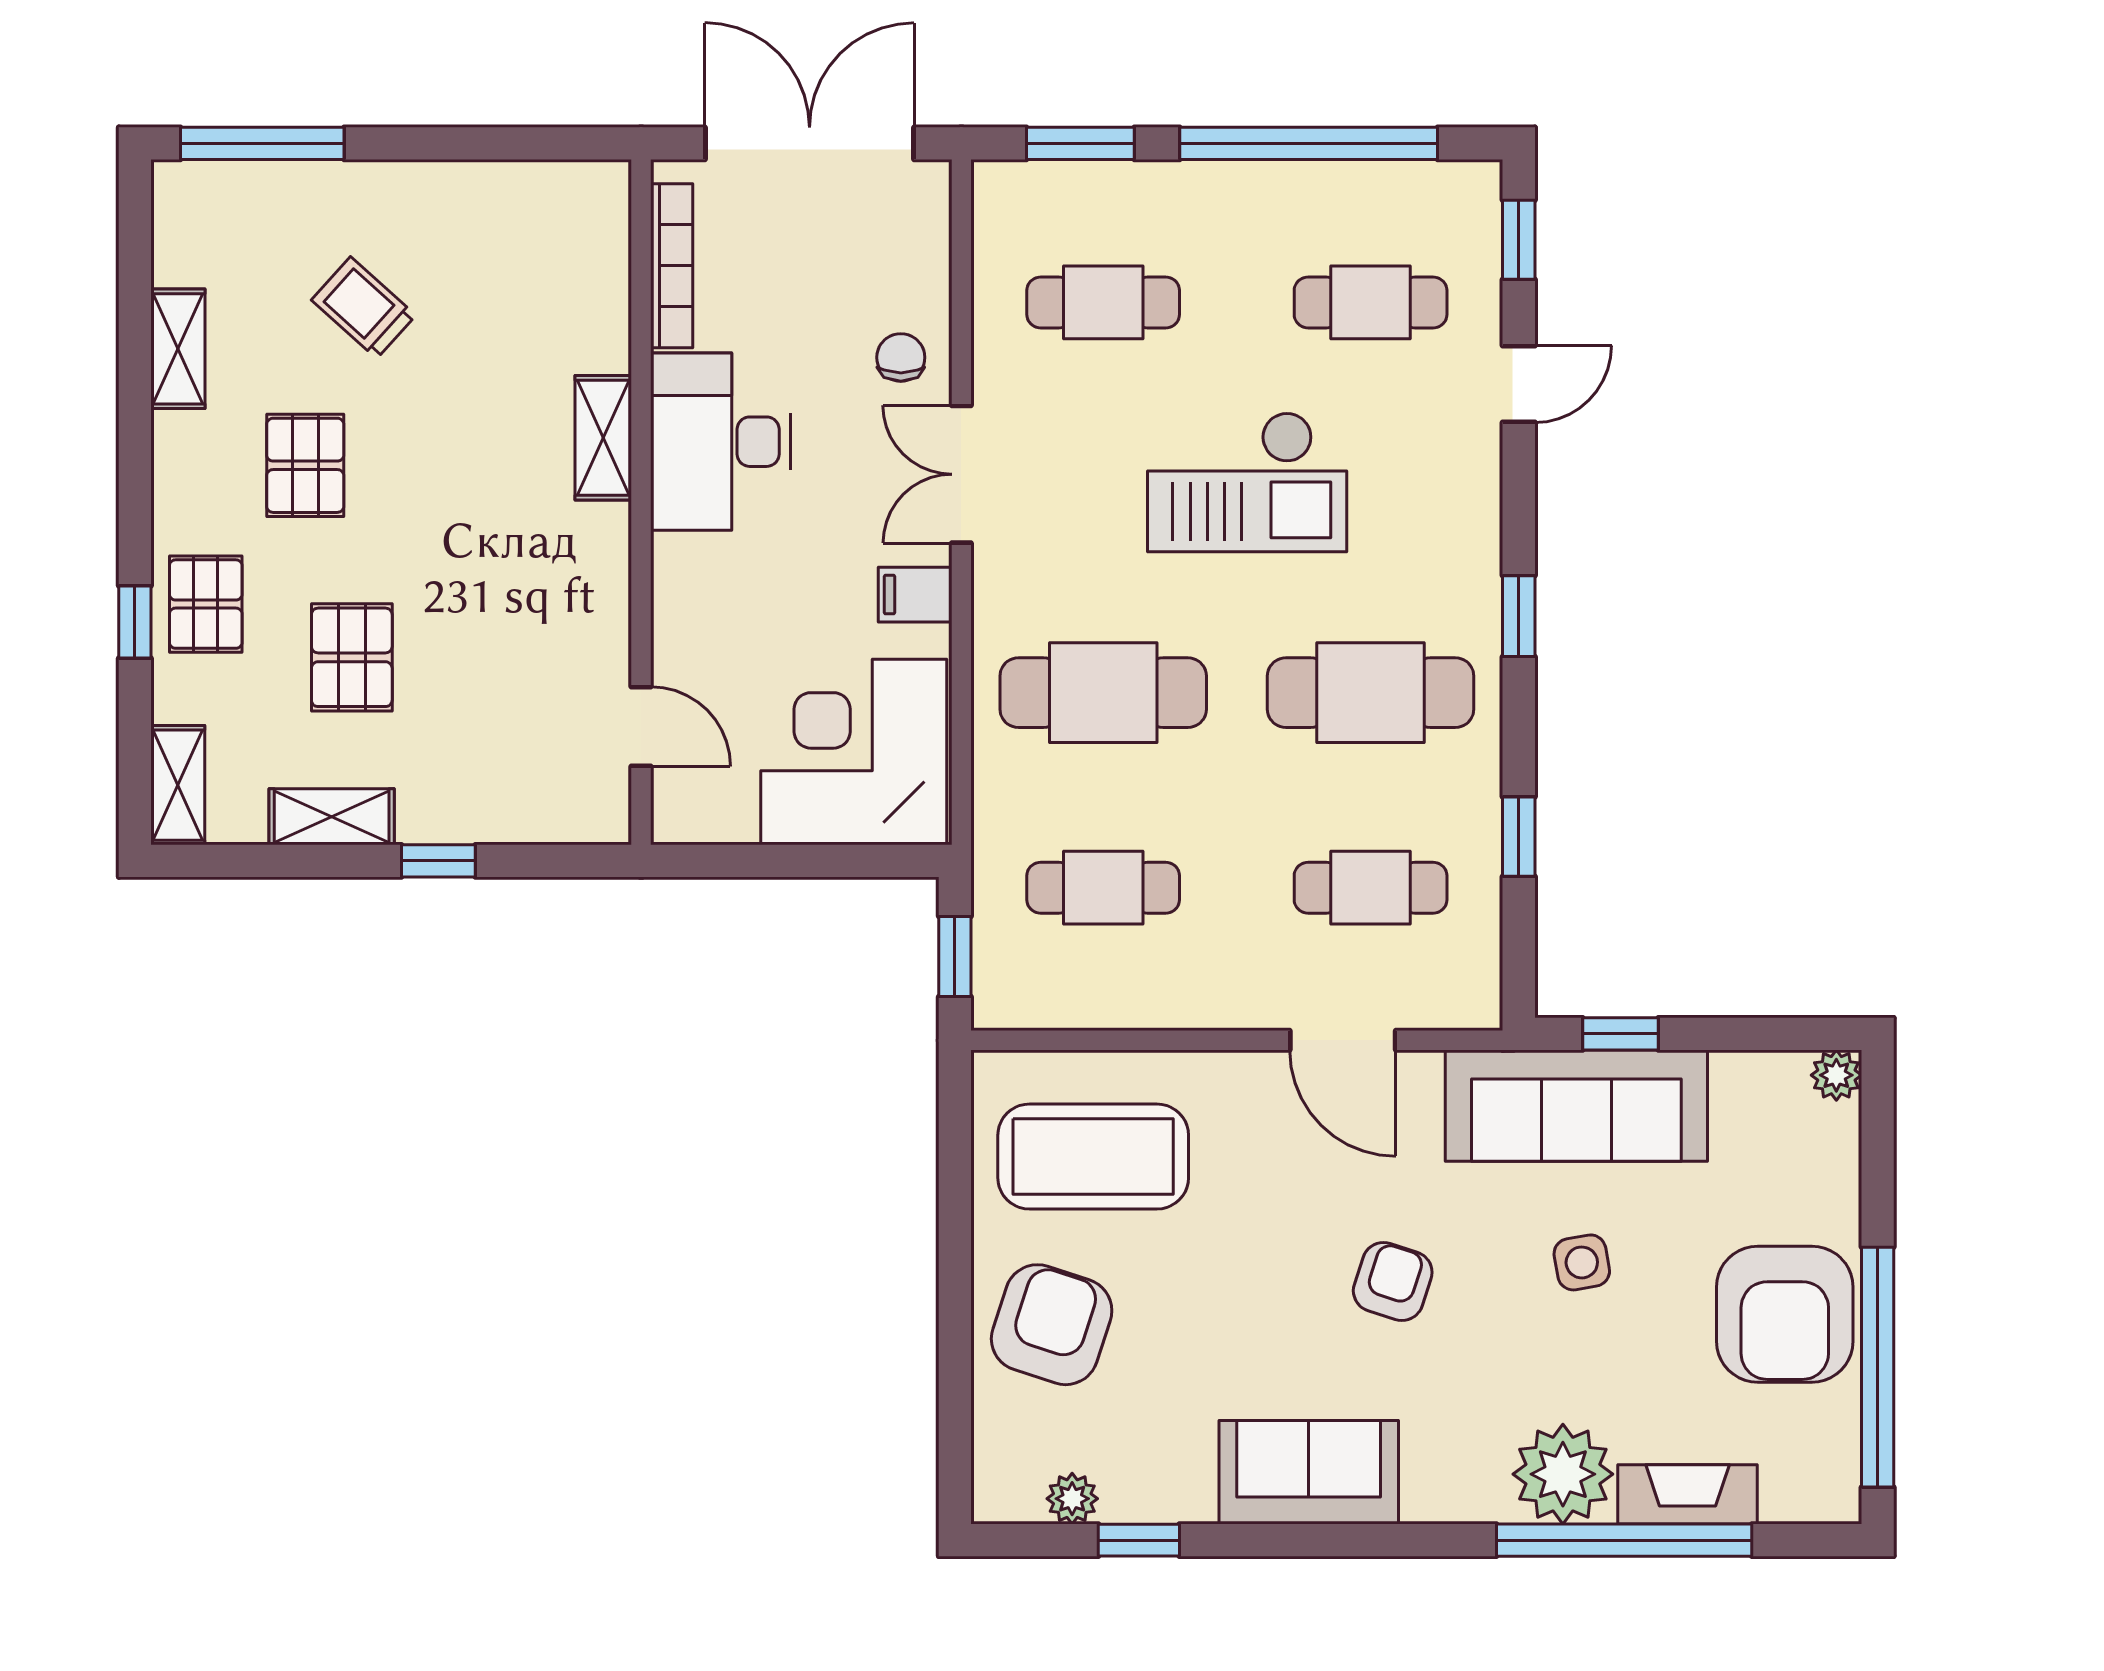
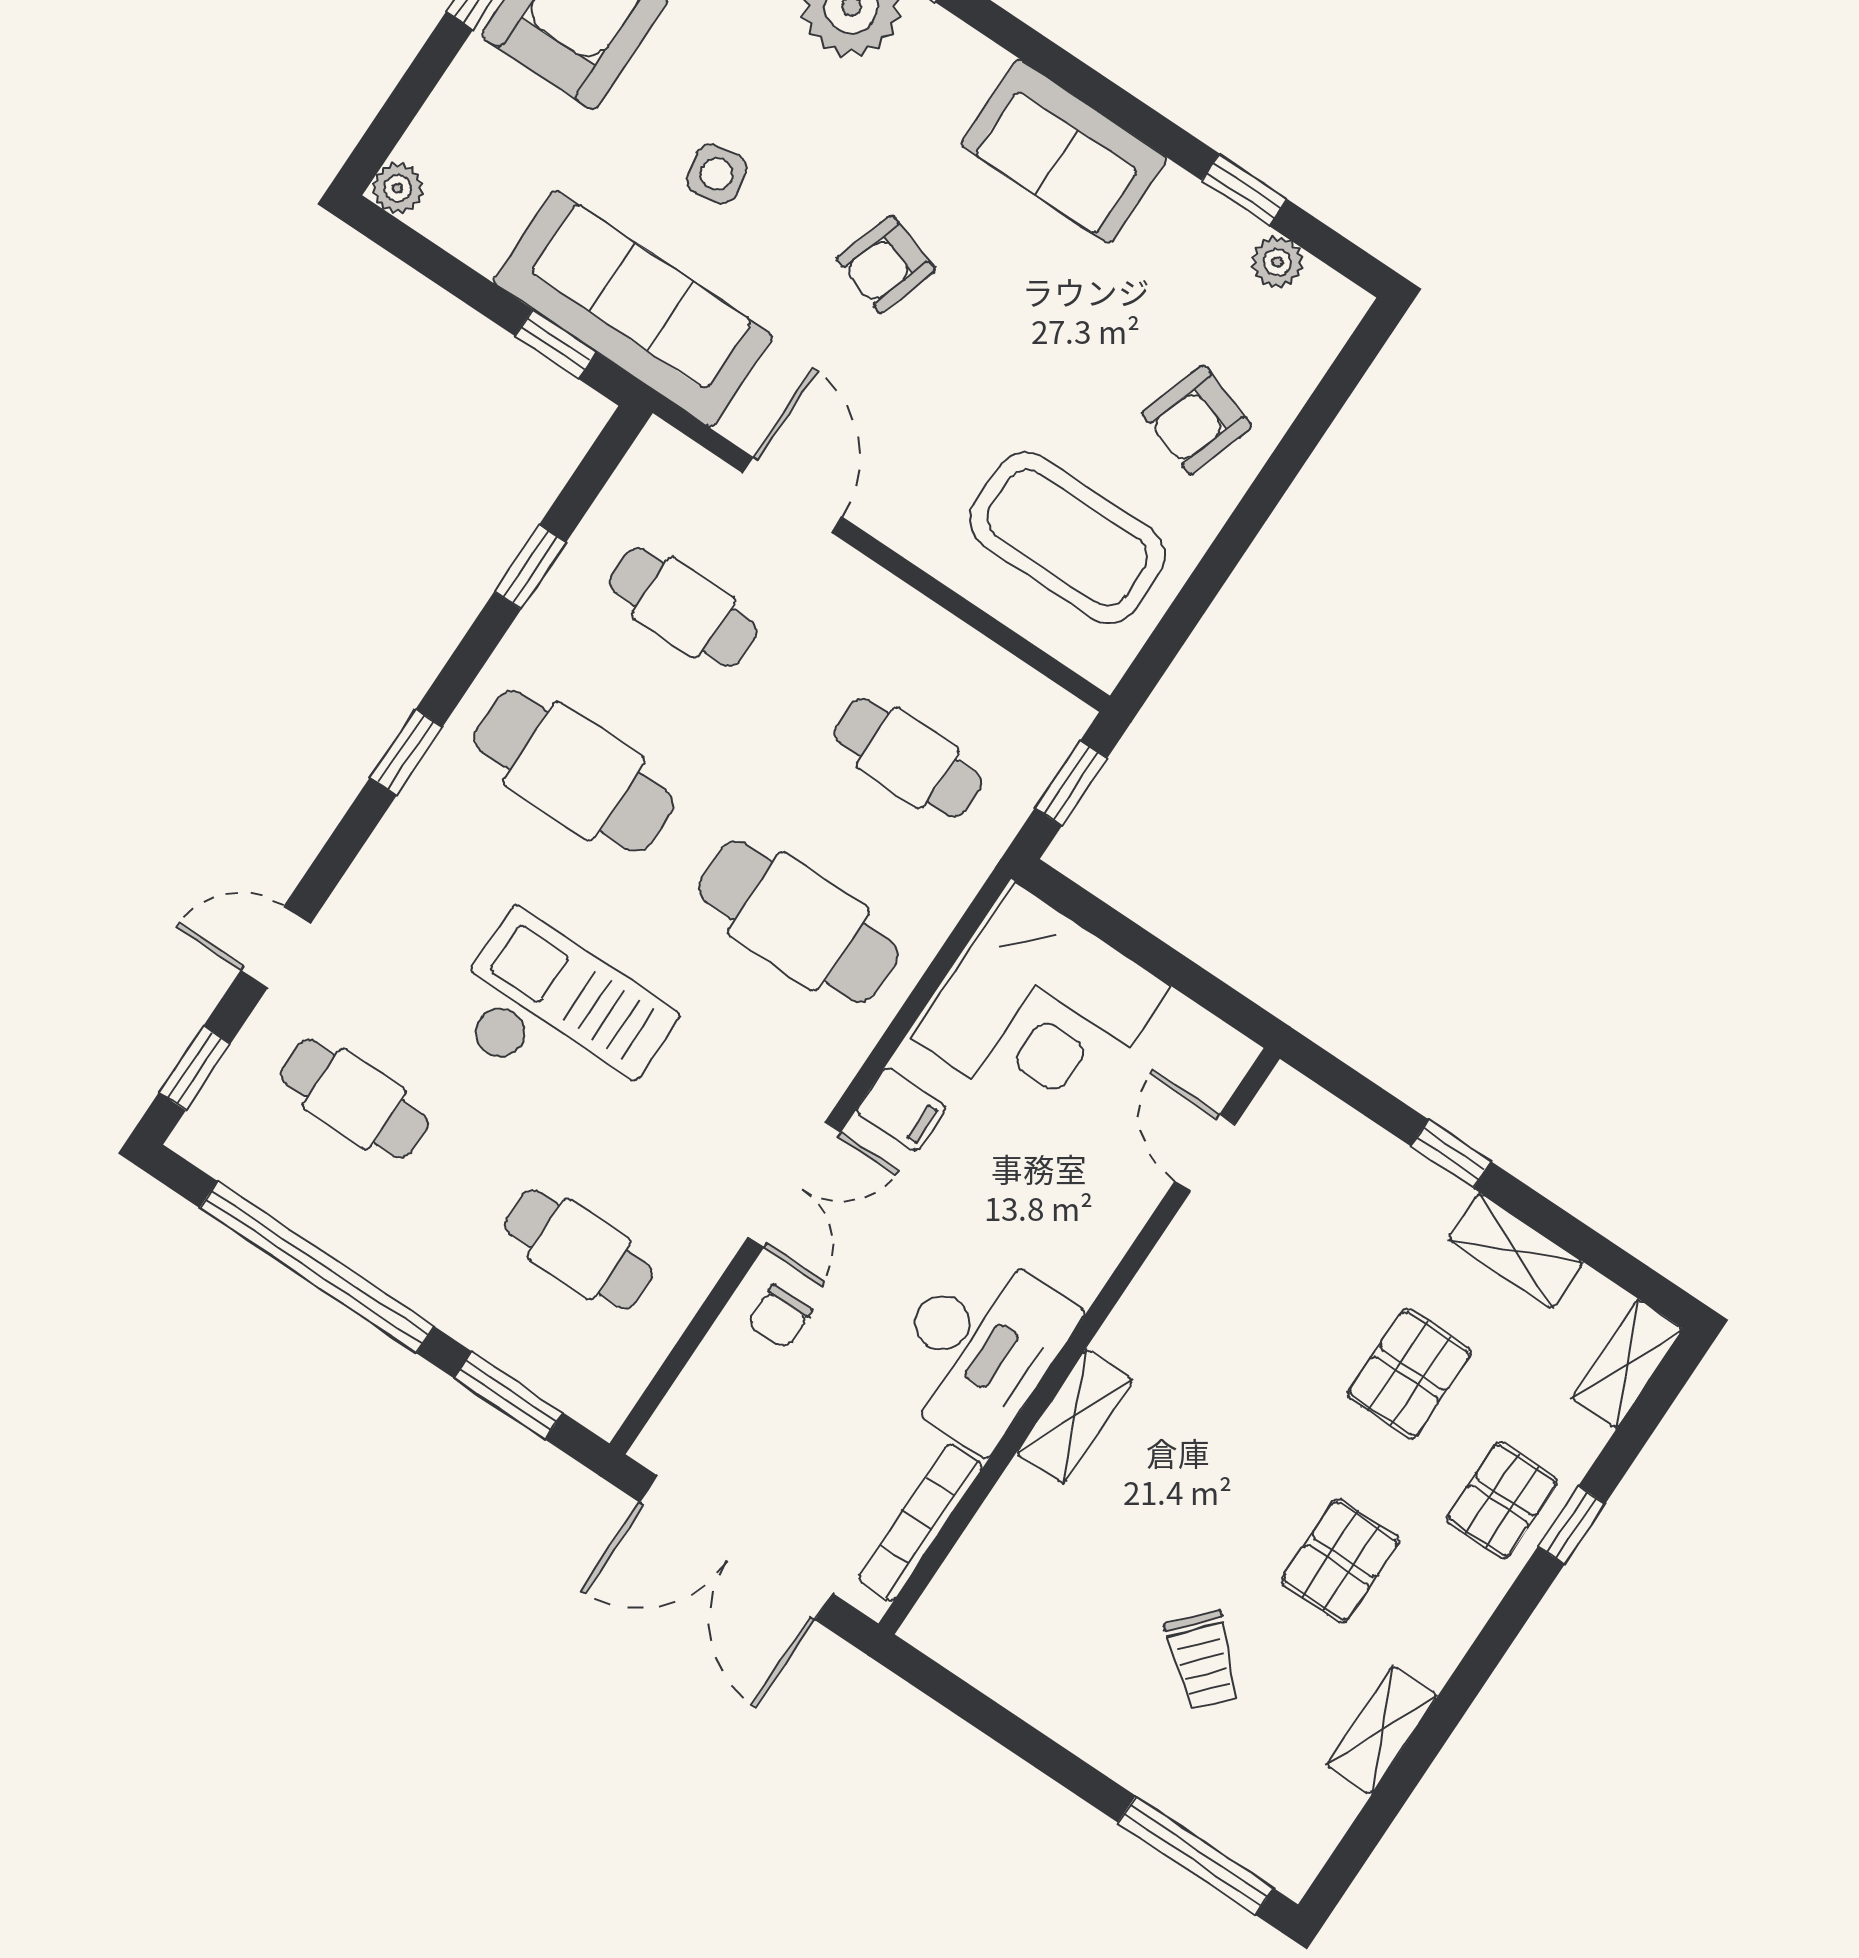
armchair: (1052, 1325) -> (1197, 420), width x0.72, depth x0.72

